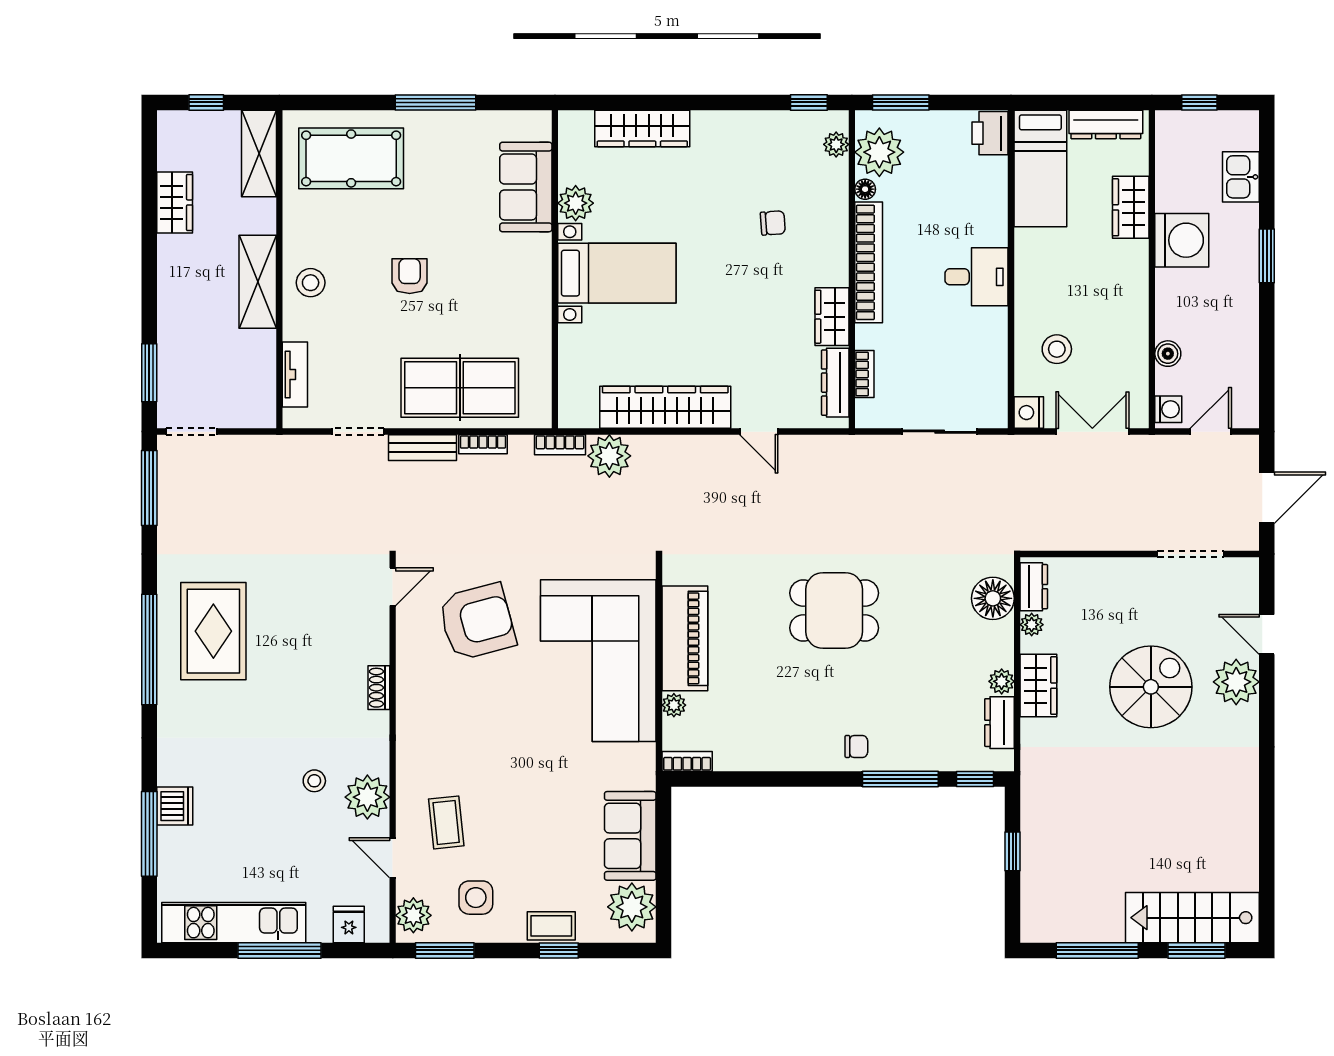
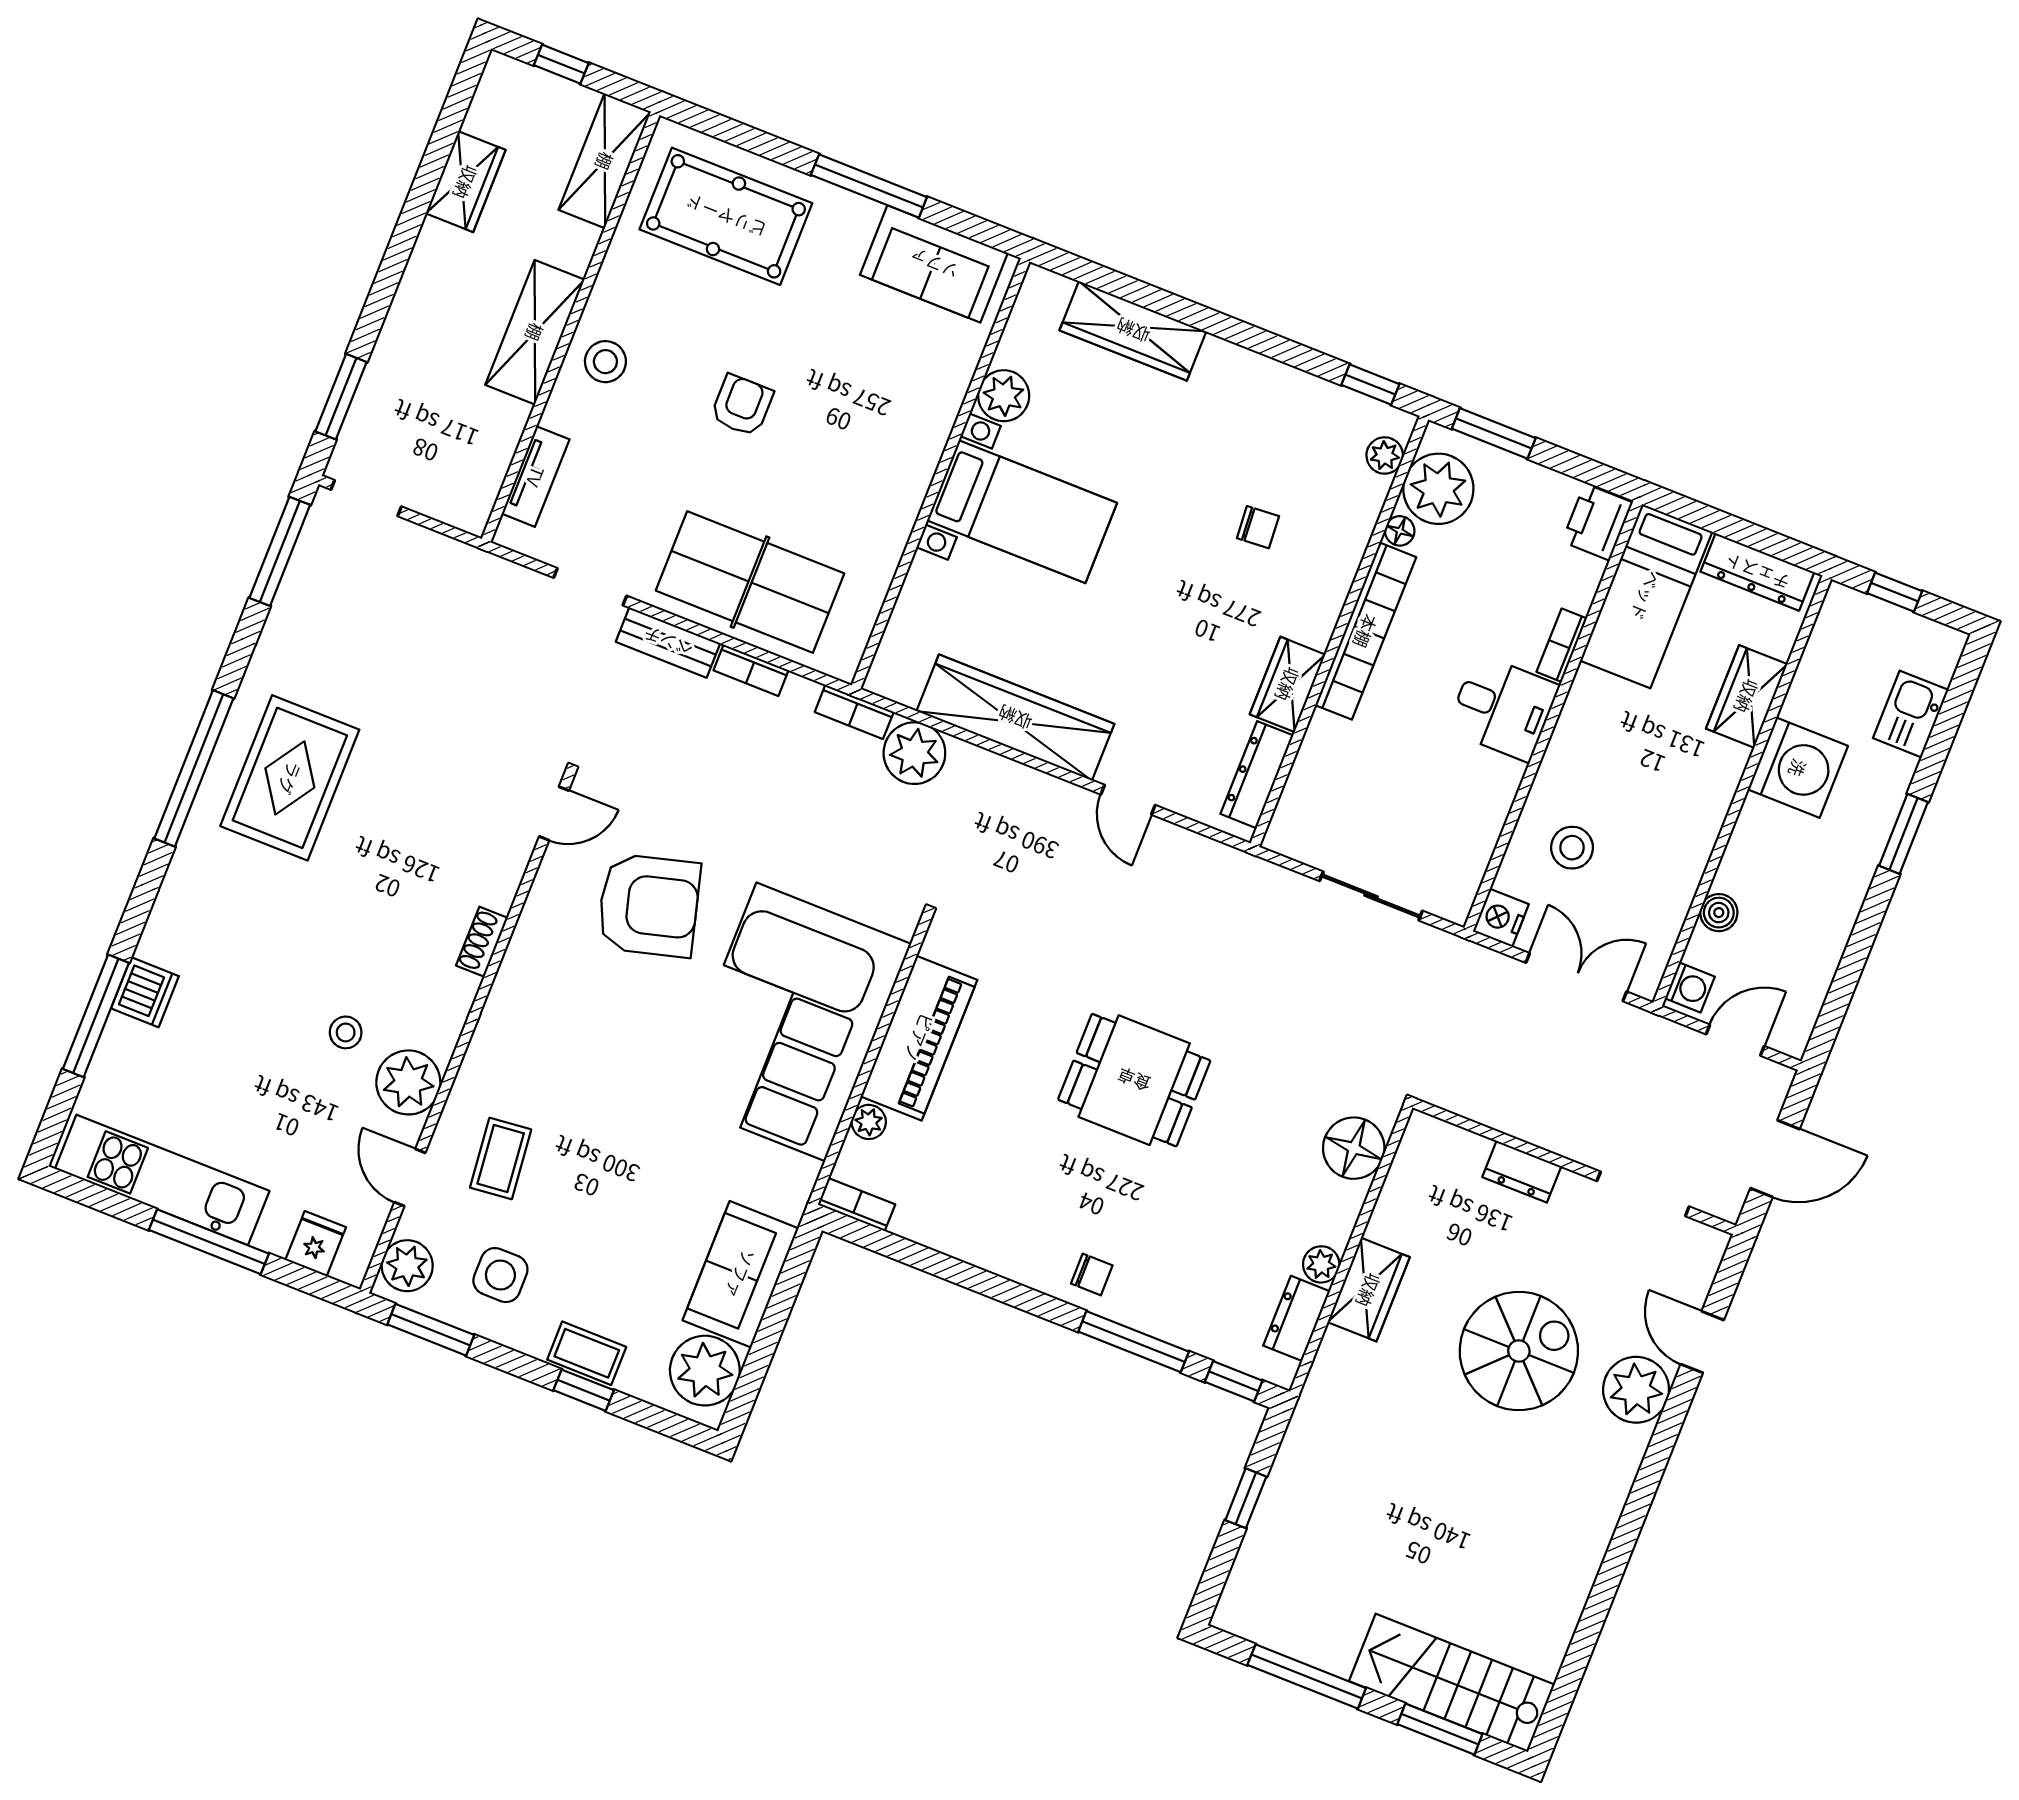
sofa: (526, 187) -> (934, 264), moved, turned -90
bookcase: (864, 374) -> (1562, 645), moved, turned 180
dresser: (1034, 587) -> (1522, 1172), moved, turned 90
plant: (1032, 625) -> (1392, 1204), removed

